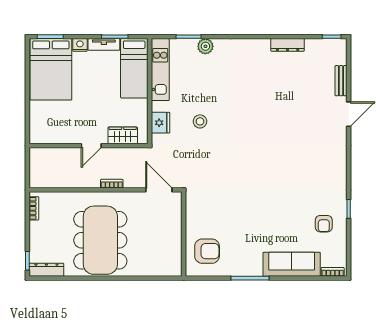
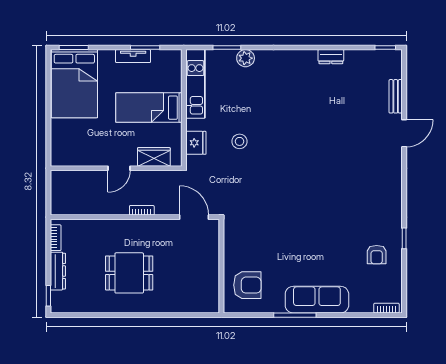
nightstand: (80, 45) -> (107, 57), removed
dresser: (288, 45) -> (331, 57), width x0.70
bed: (134, 68) -> (149, 108), moved, turned 90
dining table: (100, 240) -> (129, 273), width x0.53, depth x0.80
sofa: (292, 264) -> (317, 300), moved
dresser: (46, 270) -> (58, 271), moved, turned 90

